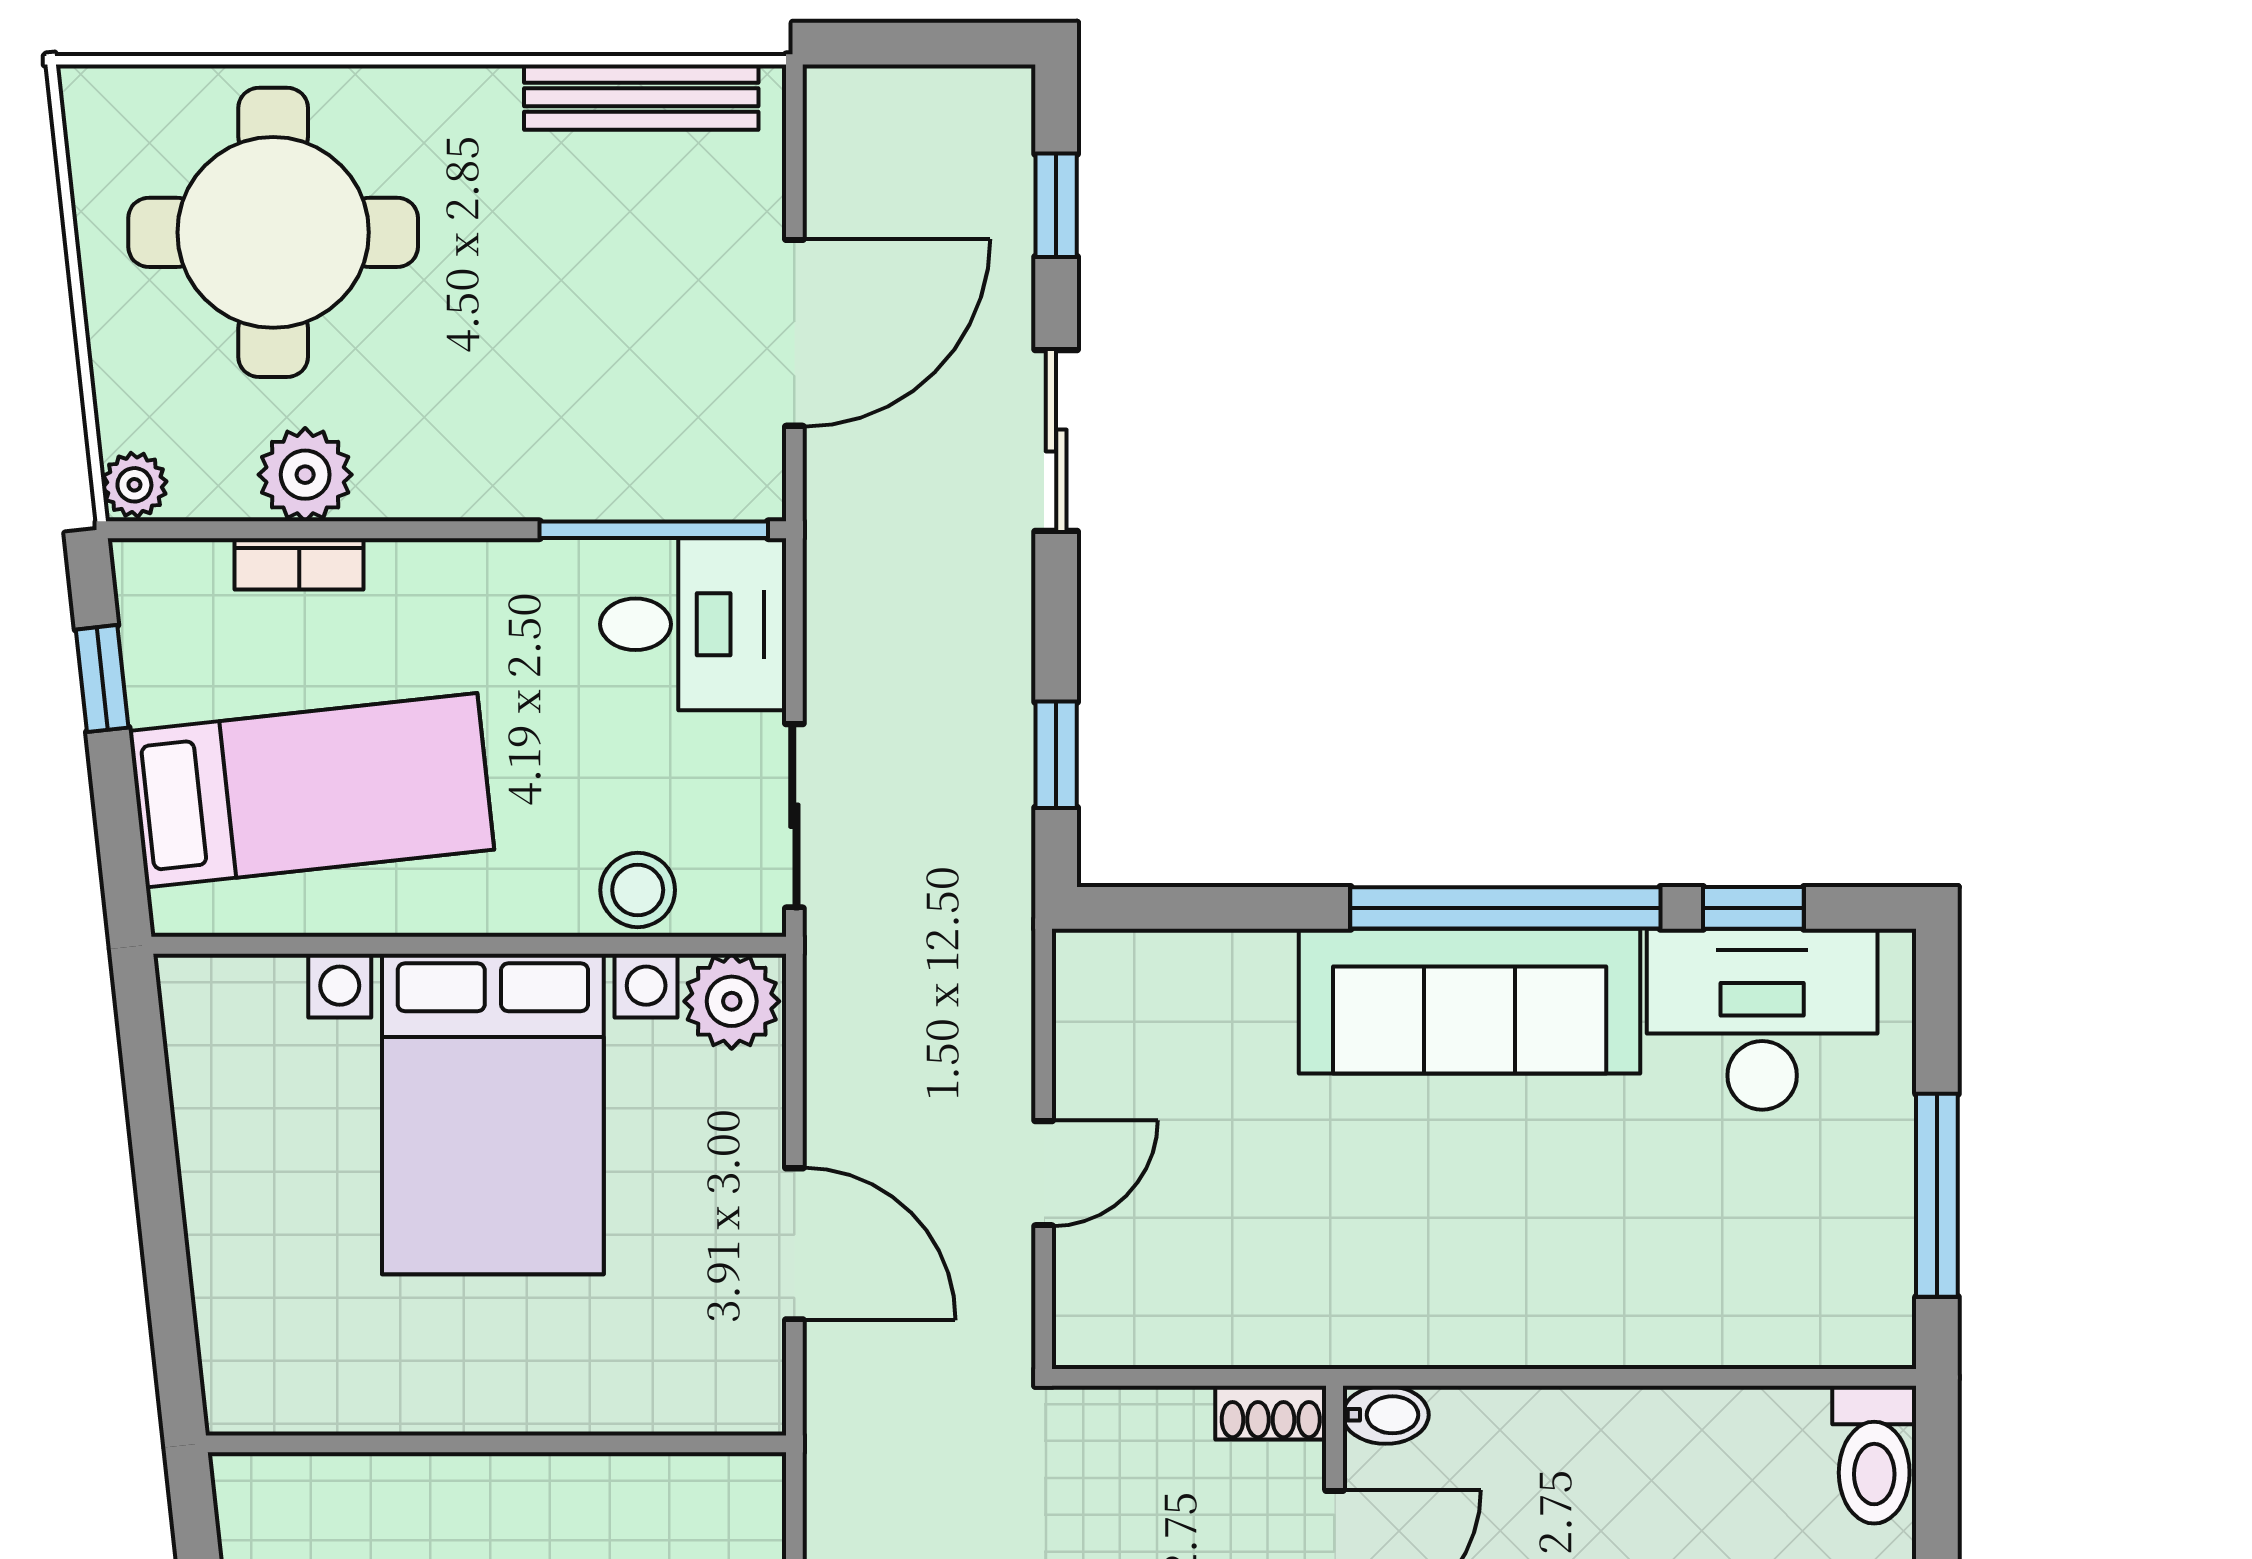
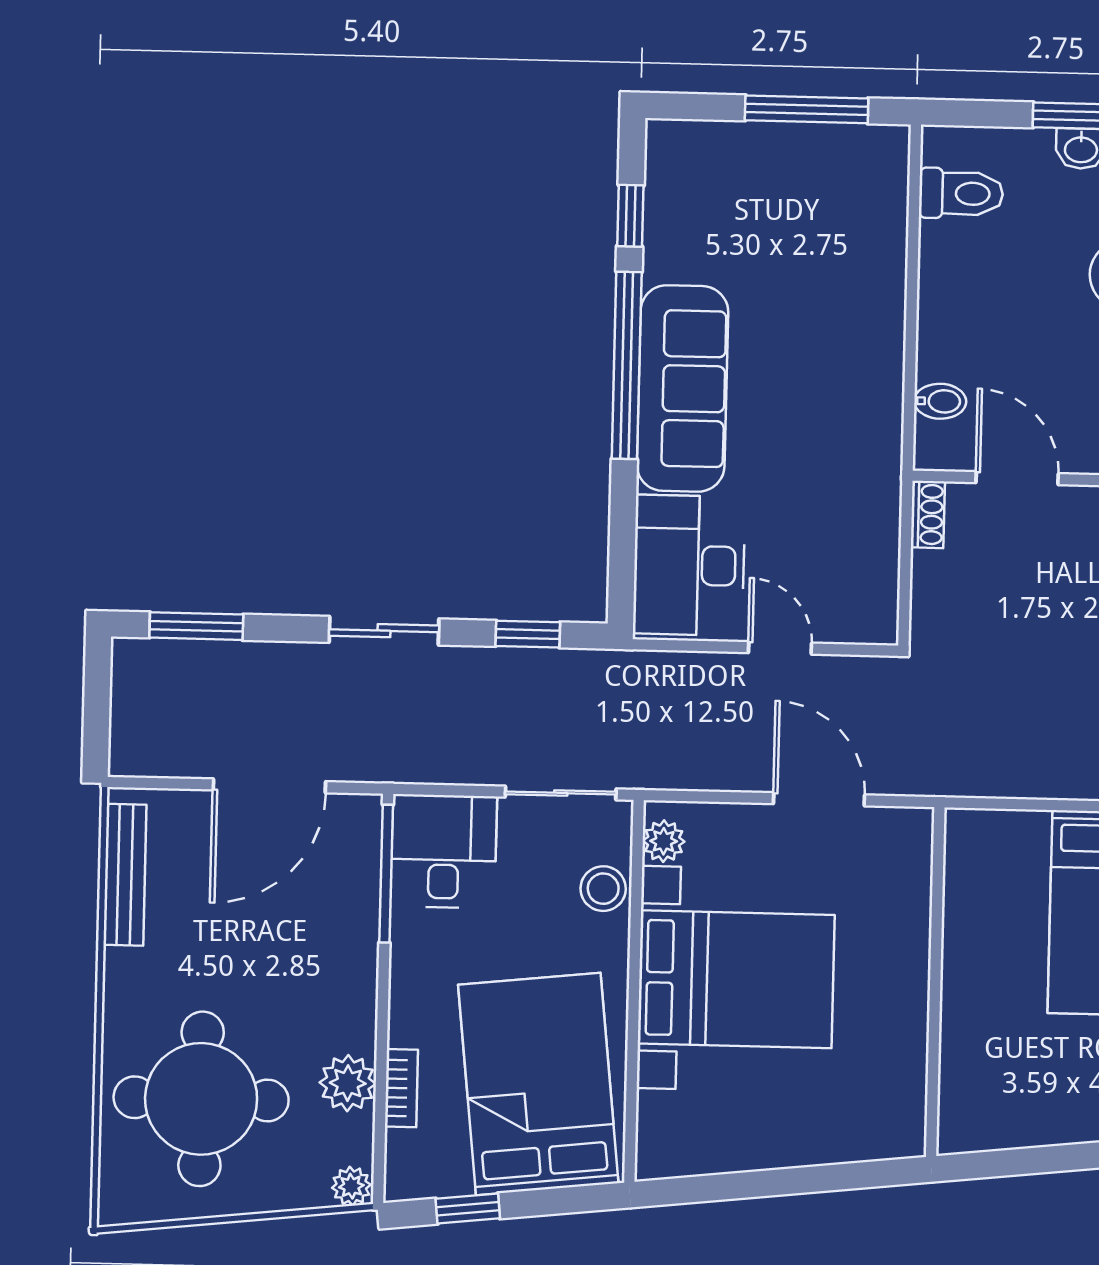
window: (1056, 205) -> (196, 626), width x1.50
door: (794, 333) -> (269, 786), swing flipped
sliding door: (1056, 441) -> (384, 631), moved
bed: (311, 790) -> (538, 1084), width x1.50
plant: (732, 1001) -> (664, 841), width x0.73, depth x0.73
desk: (1762, 1019) -> (689, 565), moved
door: (794, 1244) -> (819, 799), hinge flipped
bidet: (1386, 1415) -> (940, 401), moved, turned 90
toilet: (1874, 1455) -> (961, 194), moved

